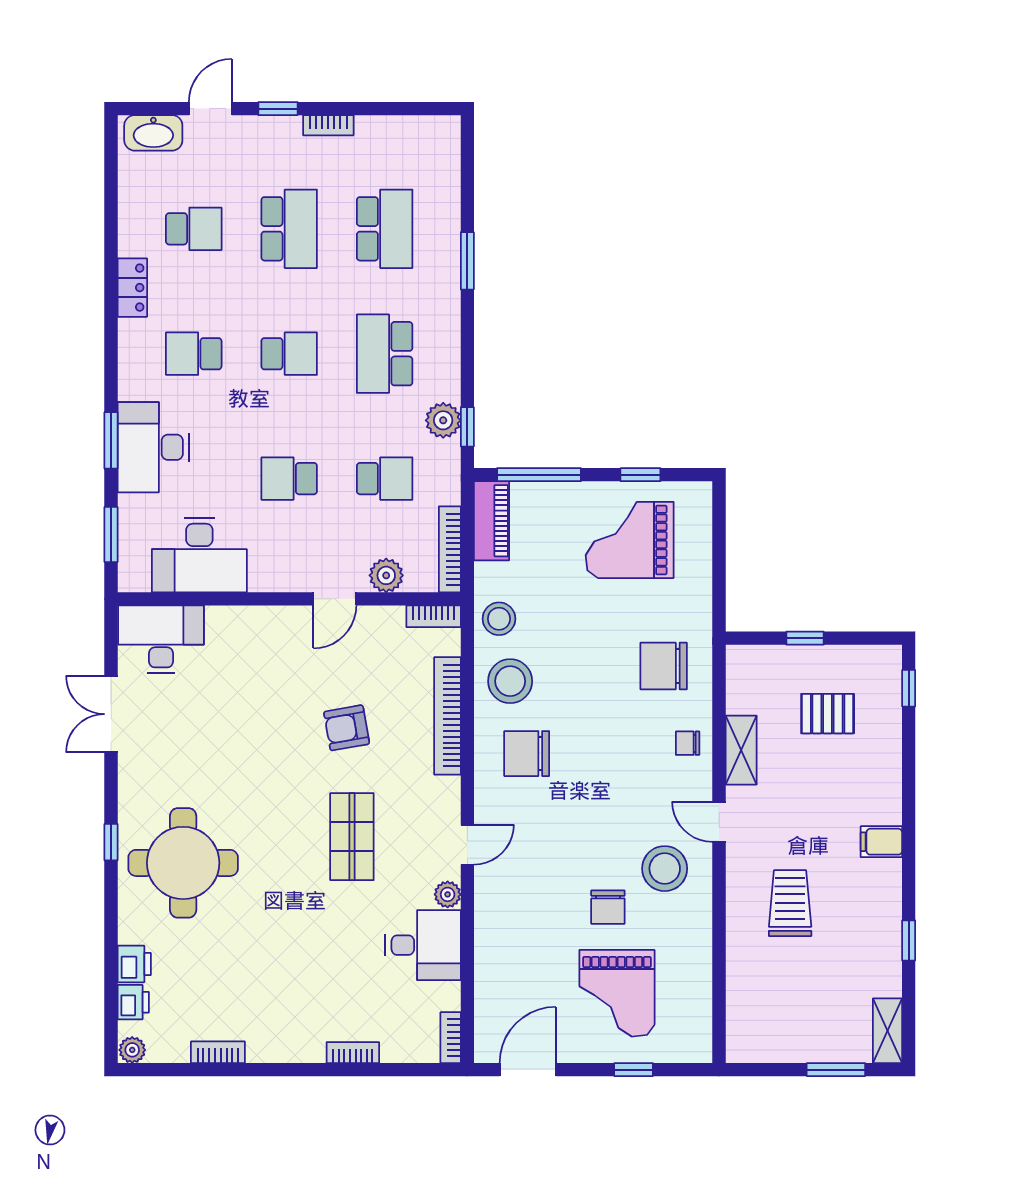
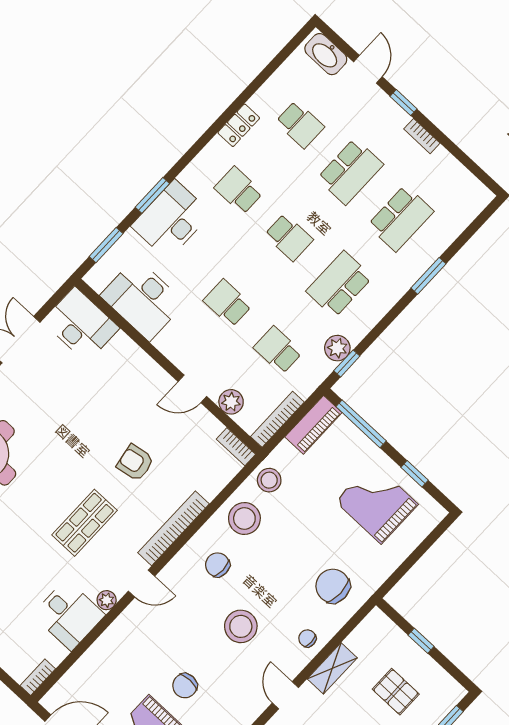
door: (210, 109) -> (368, 69), hinge flipped
school desk: (385, 479) -> (278, 350), turned 180
bookcase: (447, 716) -> (173, 528), moved
chair: (527, 754) -> (218, 565), width x0.73, depth x0.73
stool: (665, 869) -> (241, 626), moved

